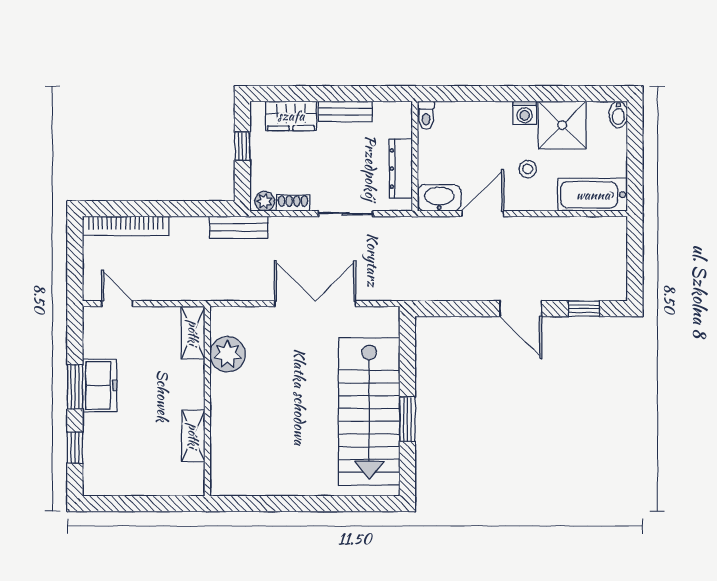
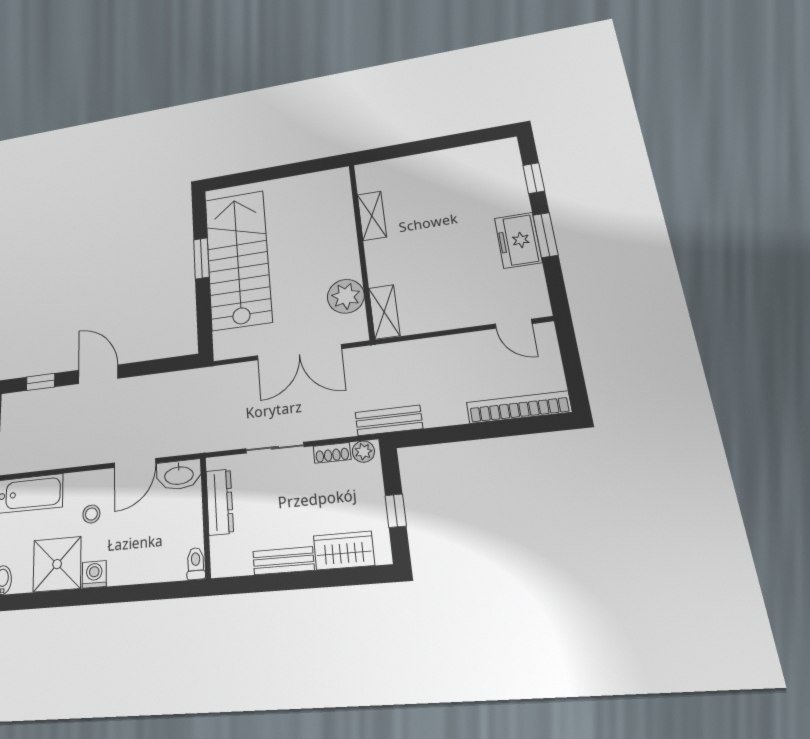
shelving: (193, 333) -> (384, 312), moved
plant: (228, 354) -> (346, 296), moved
wall: (207, 401) -> (361, 249), moved
shelving: (193, 436) -> (372, 216), moved

